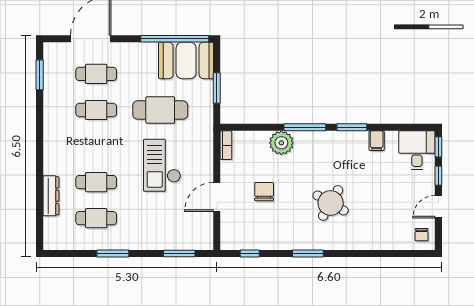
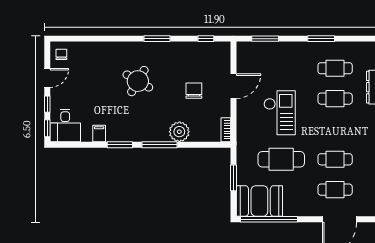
chair: (264, 192) -> (194, 91), turned 180

